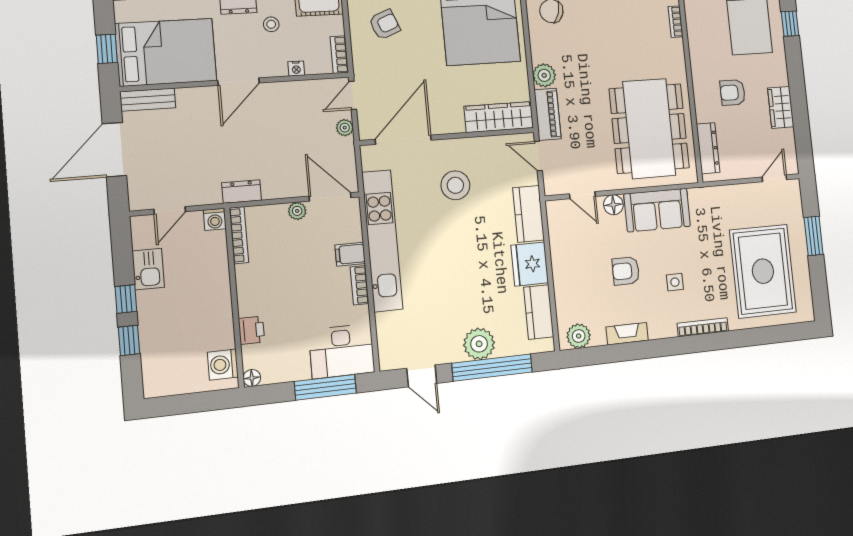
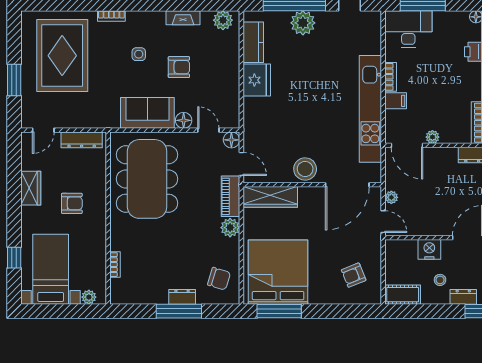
bookcase: (339, 55) -> (391, 254), removed
nightstand: (296, 69) -> (429, 249), width x1.89, depth x1.79
door: (353, 95) -> (383, 222), hinge flipped
dresser: (708, 148) -> (82, 140), moved, turned -90
stool: (455, 185) -> (305, 169), moved
floor lamp: (553, 185) -> (231, 140), added
kitchen counter: (528, 214) -> (254, 119), removed
bookcase: (703, 327) -> (111, 16), width x0.64

